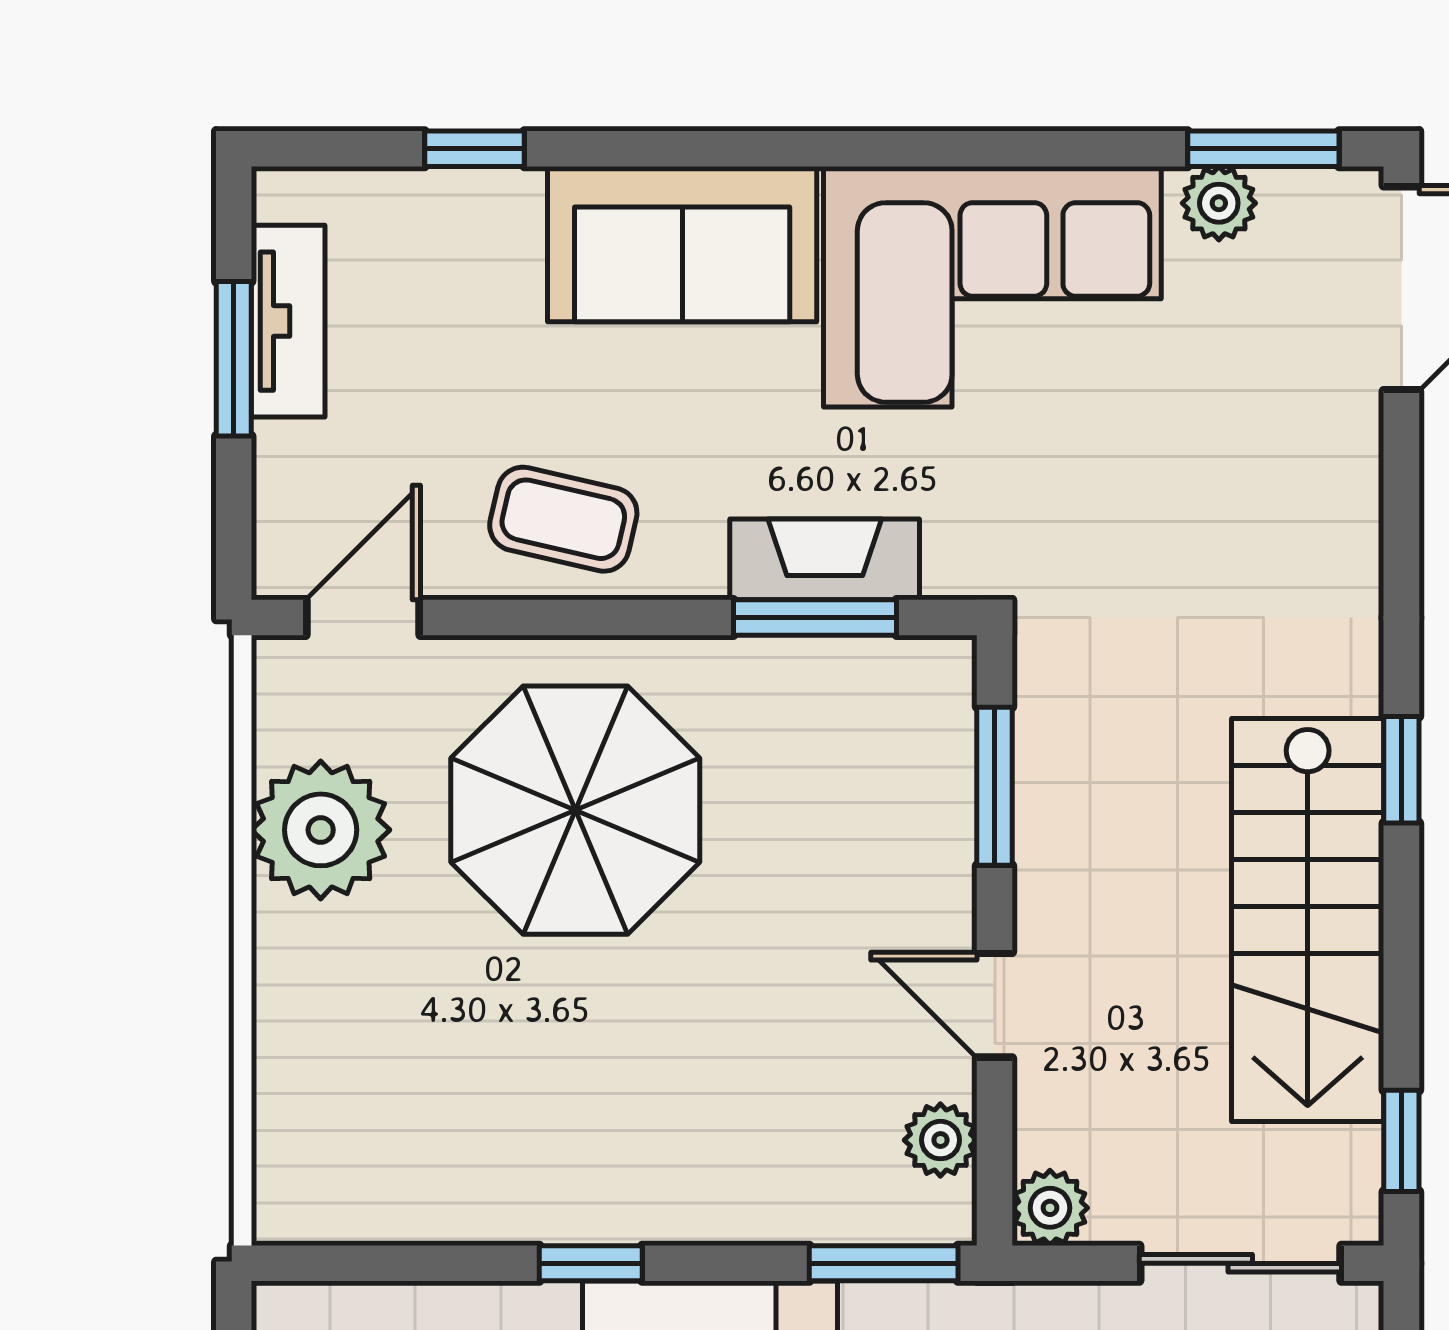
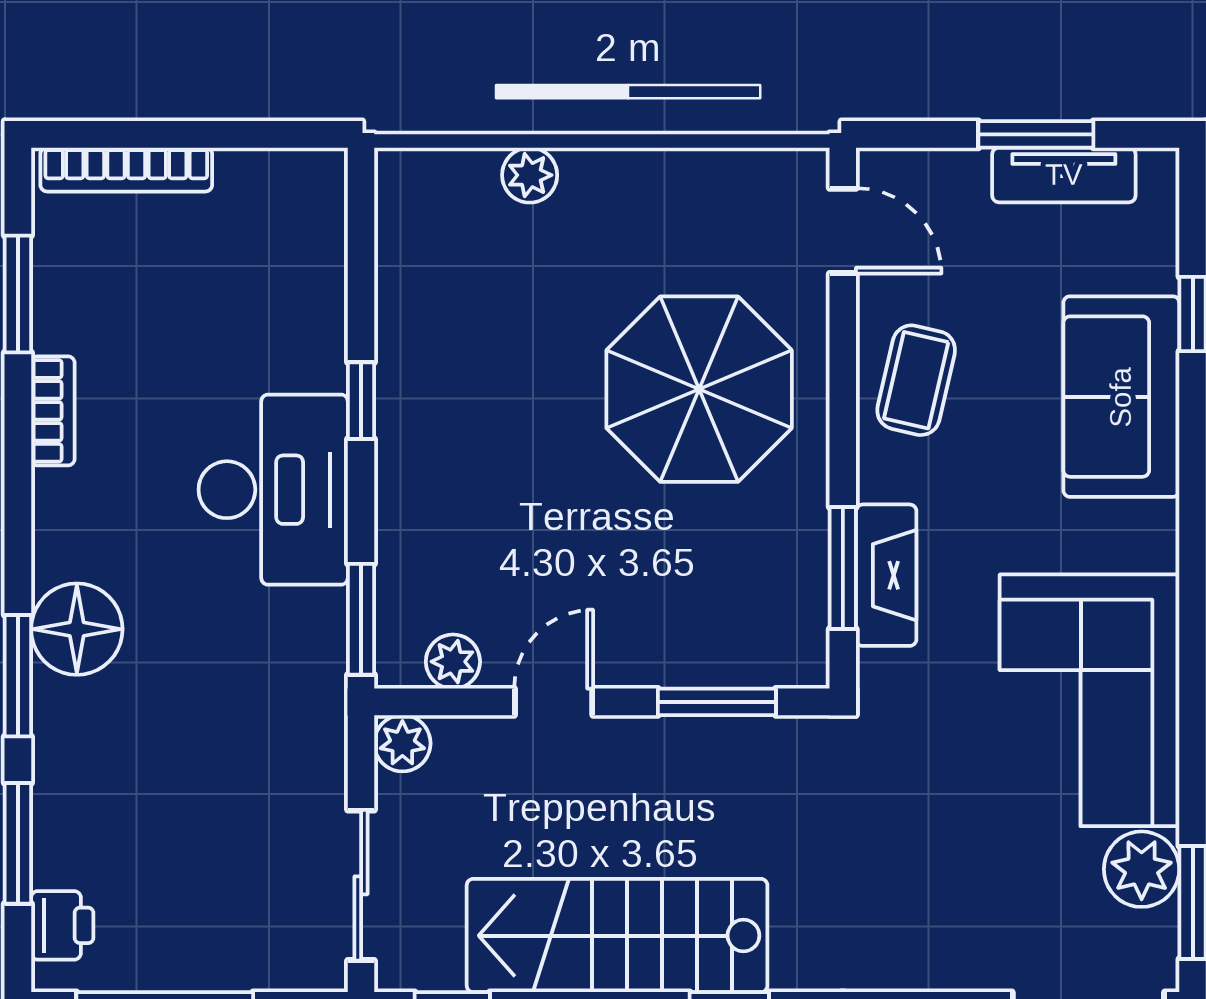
plant: (1219, 203) -> (1142, 869), width x1.38, depth x1.38
sofa: (682, 244) -> (1121, 397), moved
plant: (321, 830) -> (530, 175), moved, width x0.53, depth x0.53

